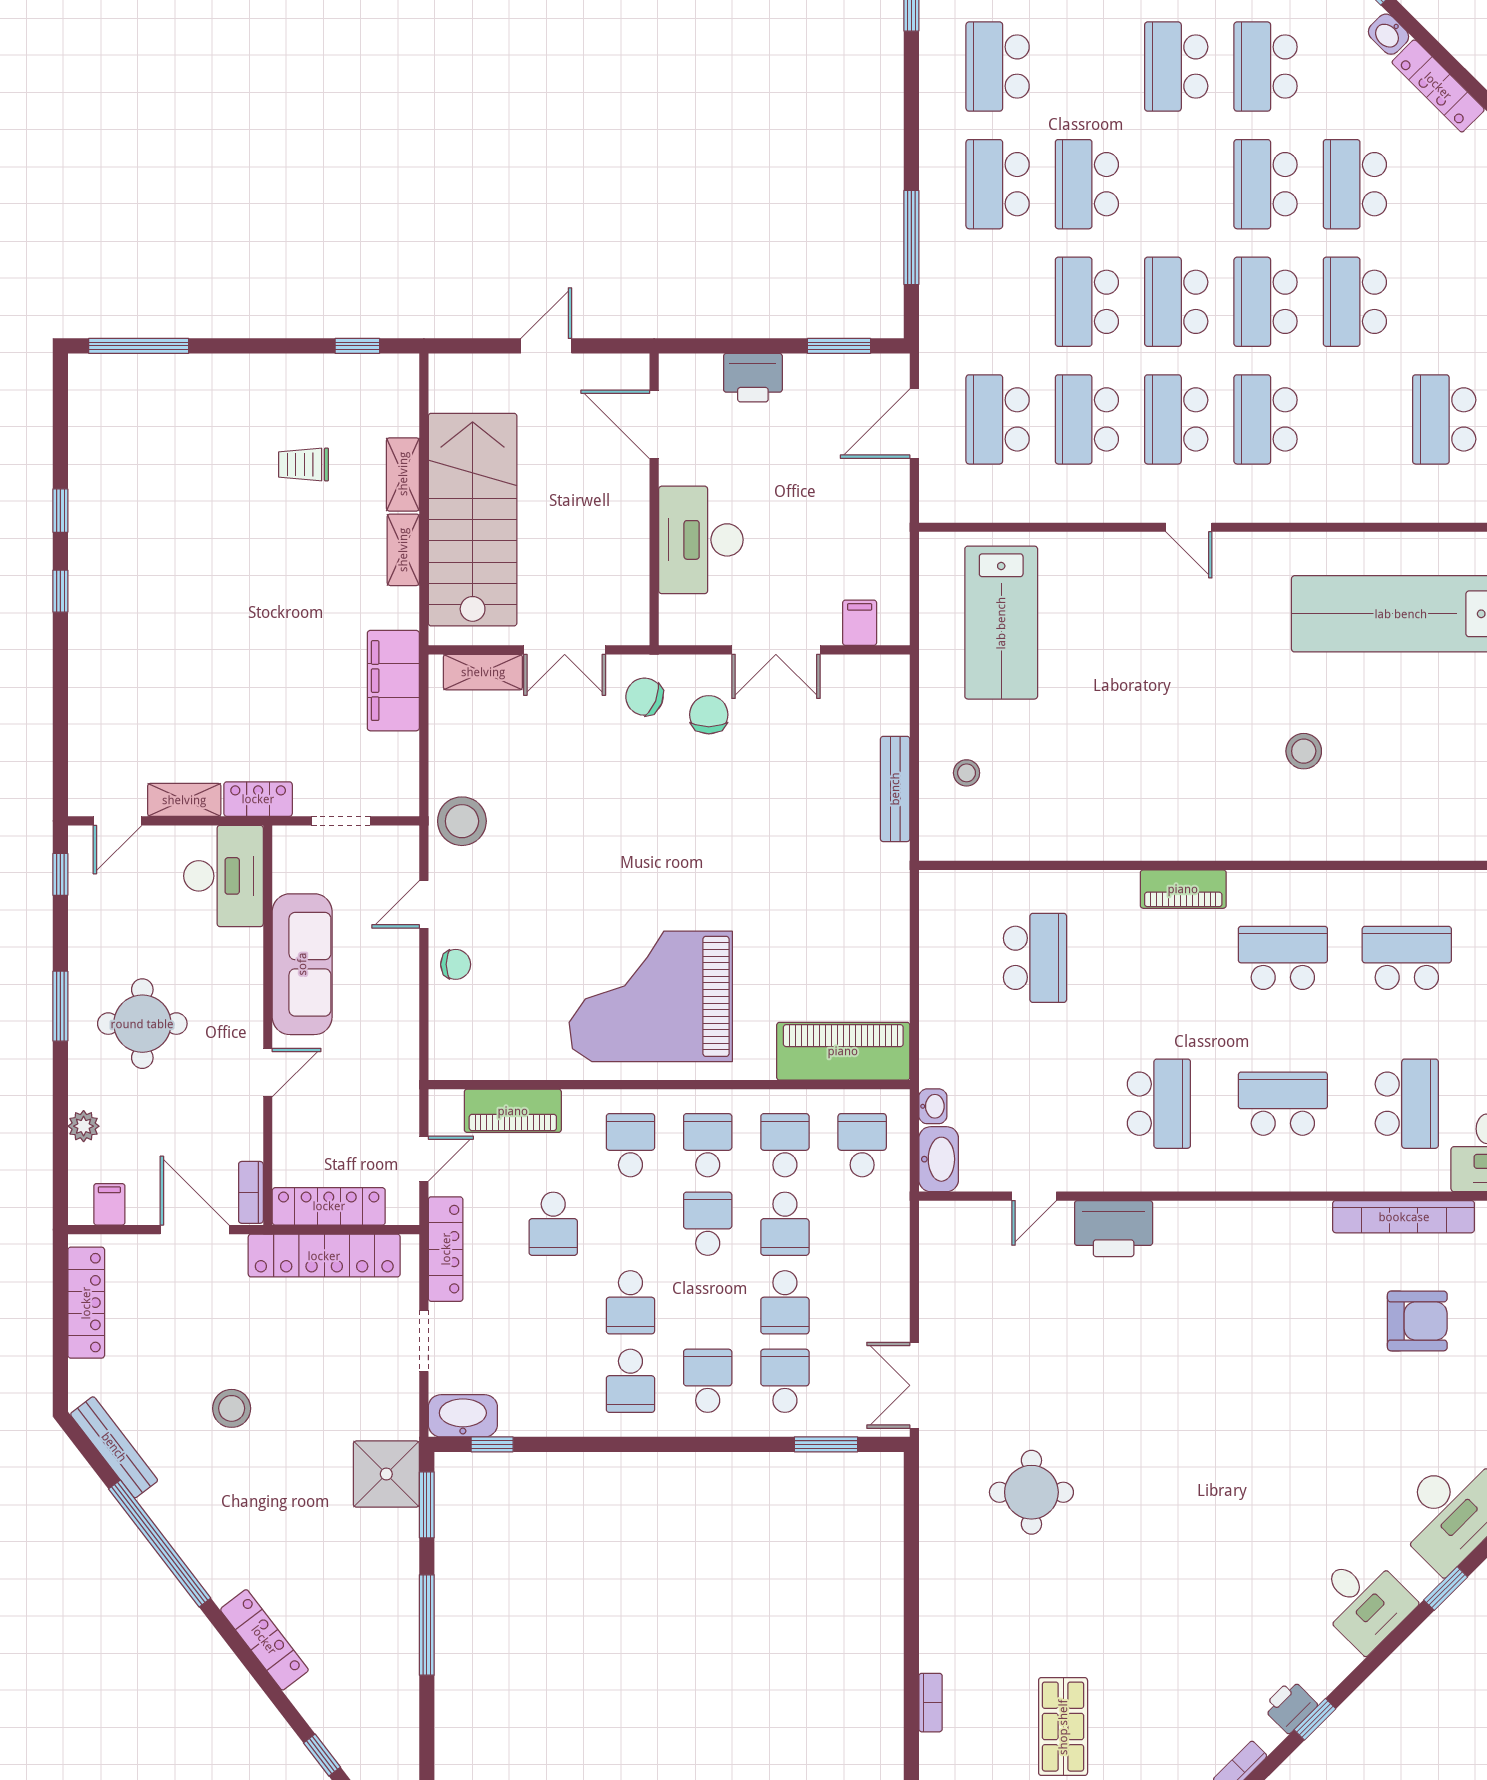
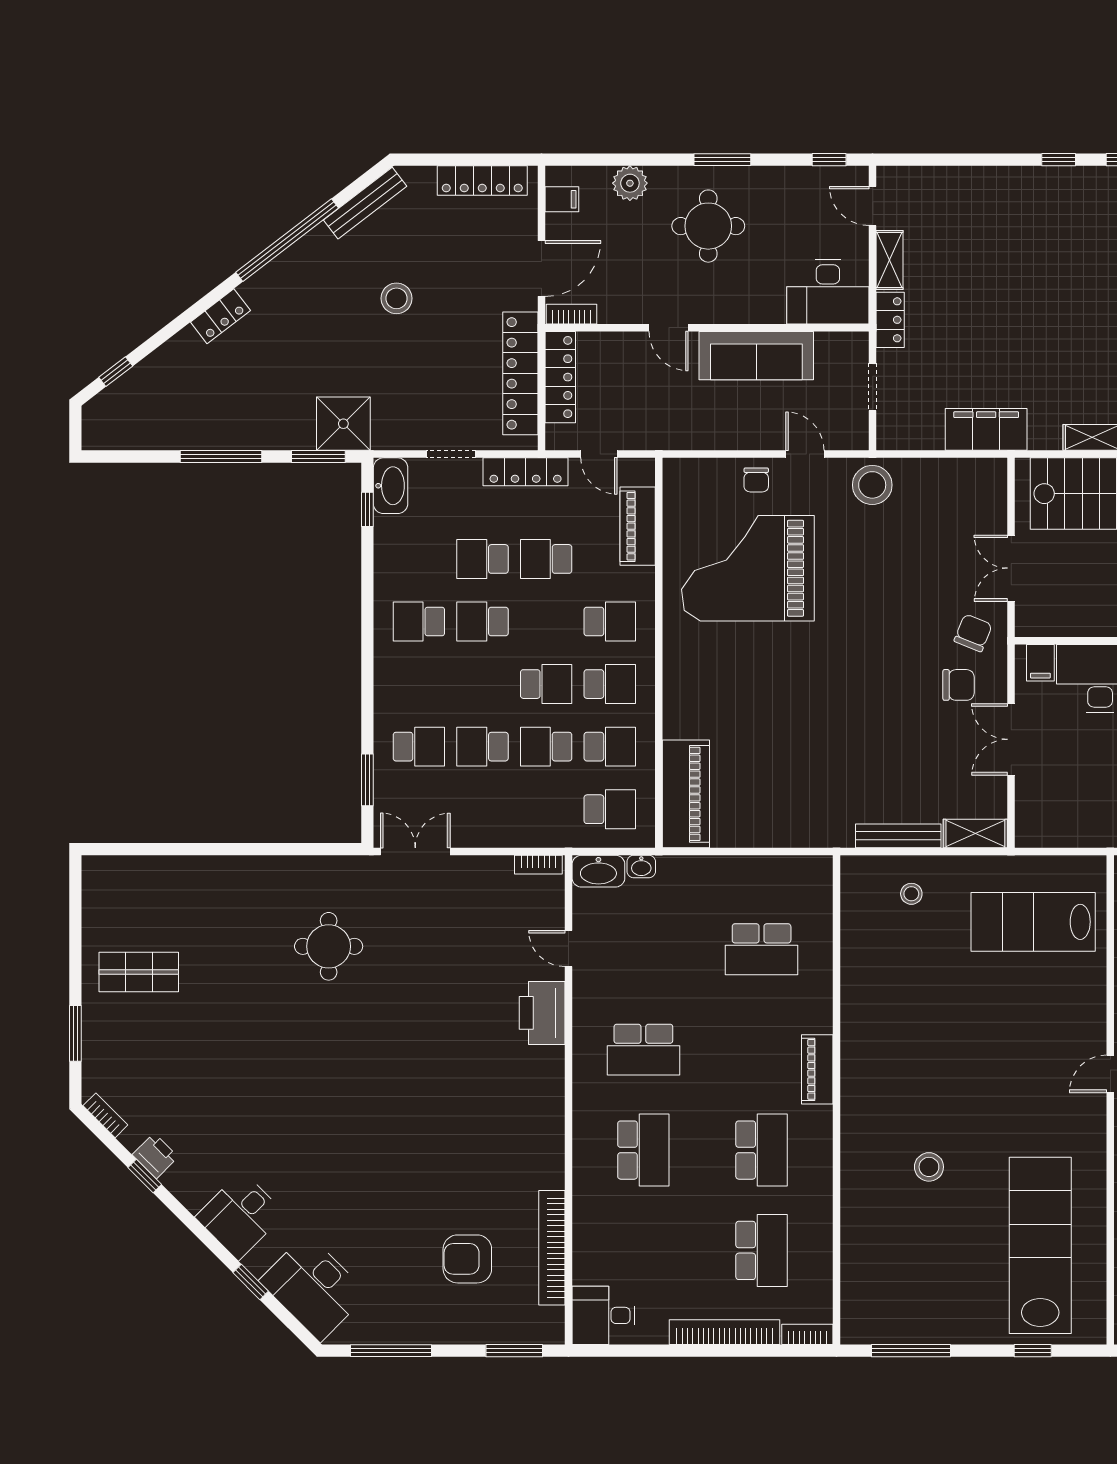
filing cabinet: (860, 623) -> (1040, 663), moved, turned 90
shelving: (483, 672) -> (975, 833), moved, turned 90
grand piano: (651, 996) -> (748, 568), moved, turned -90
school desk: (1407, 1104) -> (643, 1250), removed
plant: (84, 1126) -> (630, 183), width x1.38, depth x1.38
armchair: (1417, 1321) -> (467, 1259), turned 90
school desk: (708, 1381) -> (482, 559), moved, turned 180
locker: (264, 1640) -> (220, 316), width x0.66
bookcase: (930, 1703) -> (538, 865), moved

